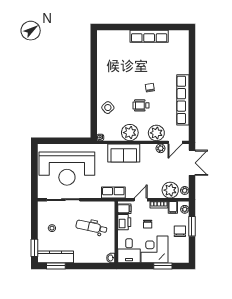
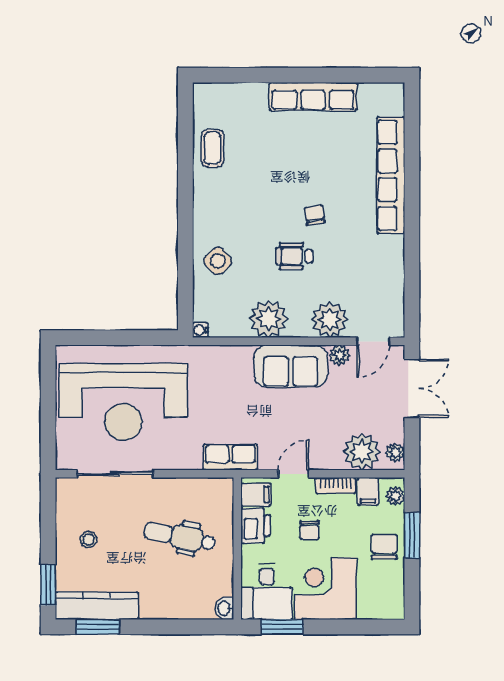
coffee table: (106, 59) -> (212, 148), added
row of seats: (183, 100) -> (391, 175), moved
sofa: (124, 153) -> (291, 366), moved
window: (163, 266) -> (282, 627), moved

